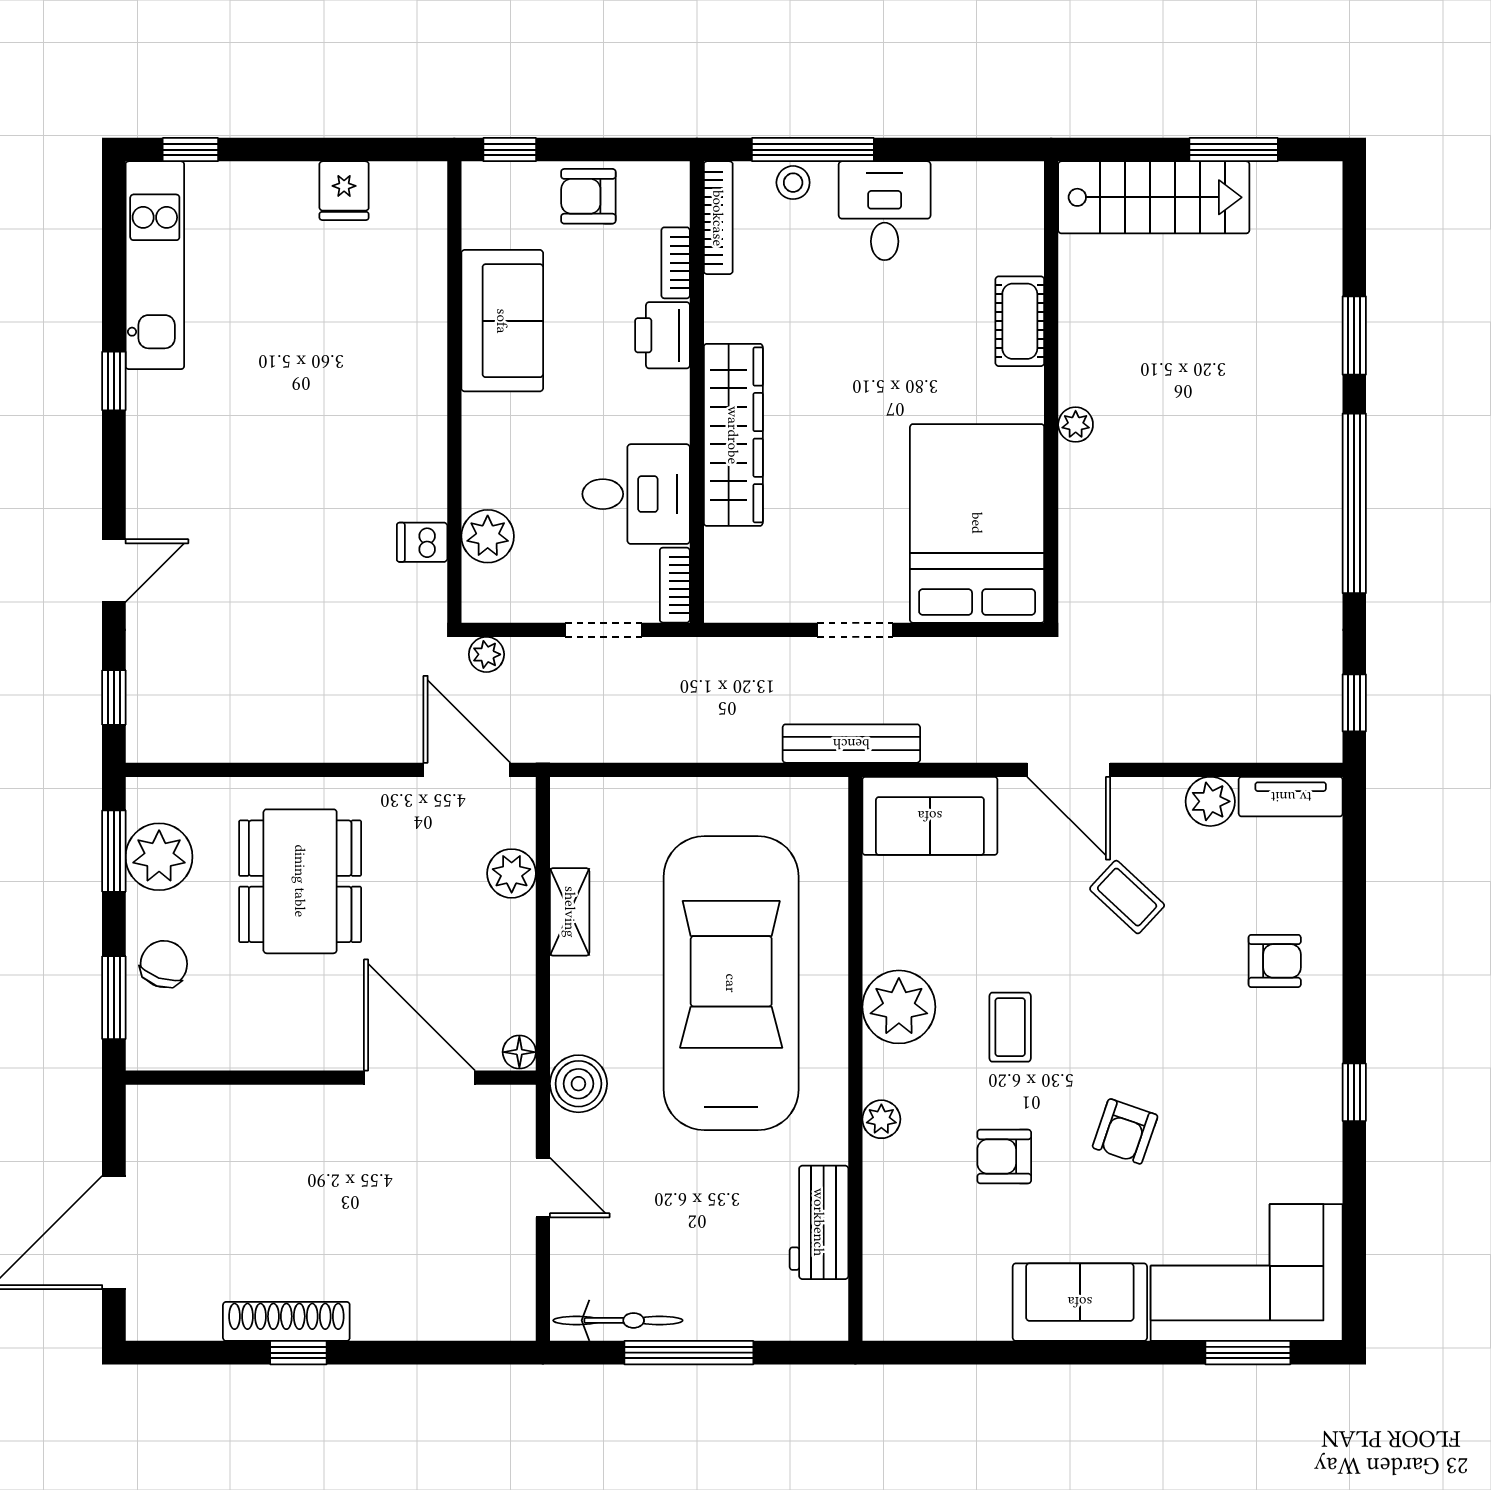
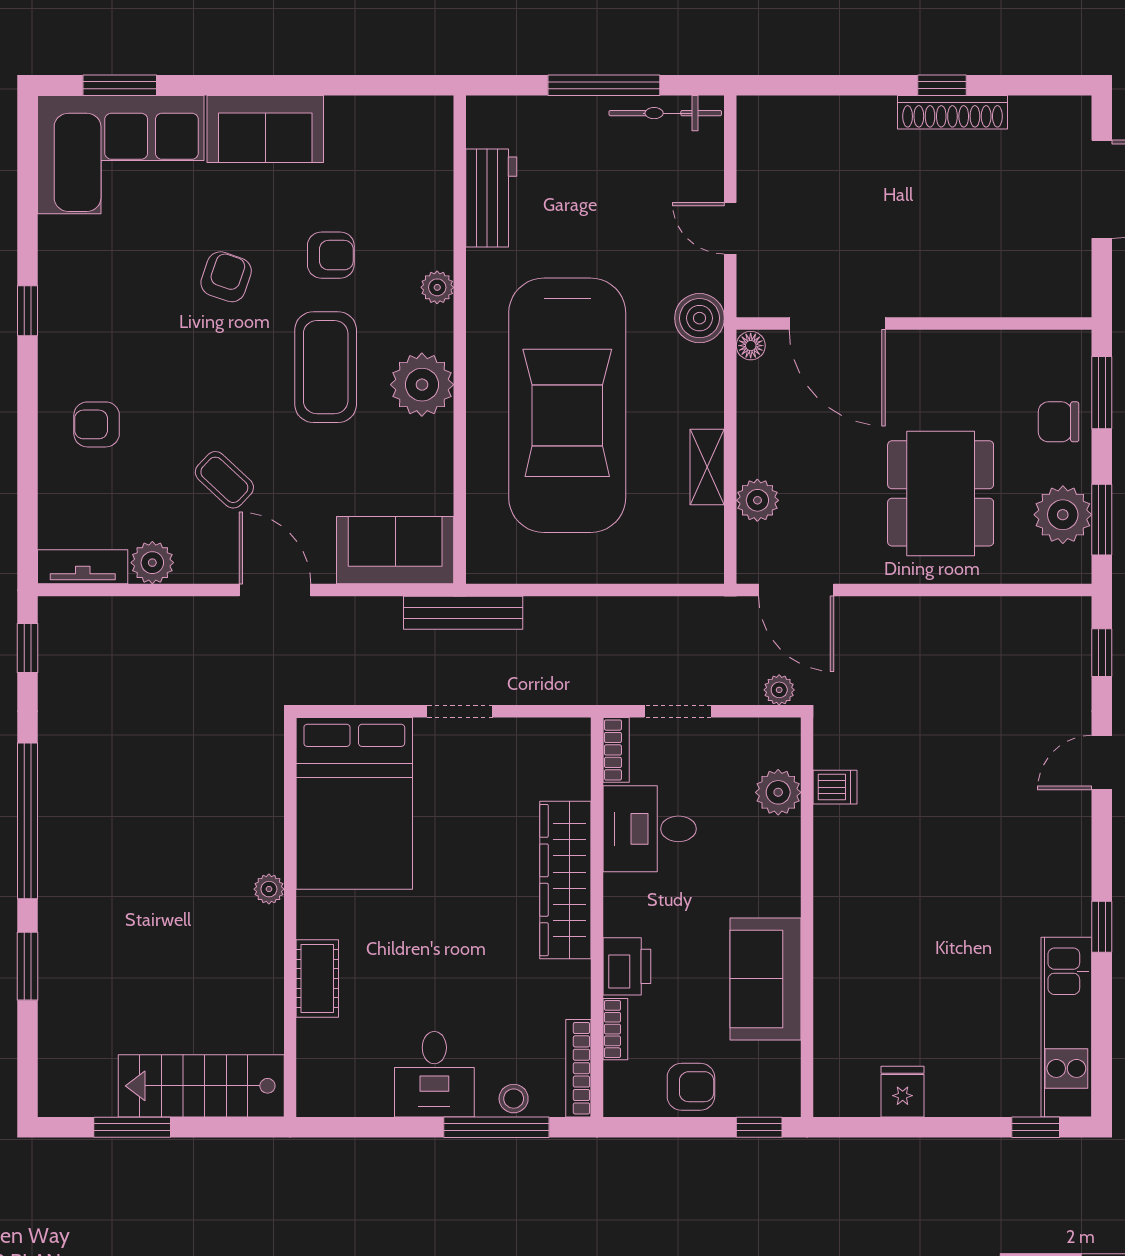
chair: (164, 964) -> (1059, 422), turned 71
coffee table: (1010, 1027) -> (326, 367), width x1.86, depth x1.72

